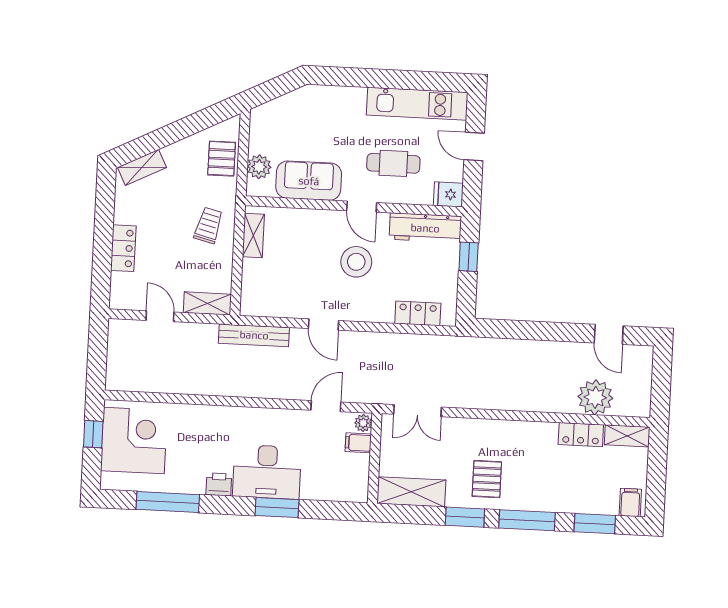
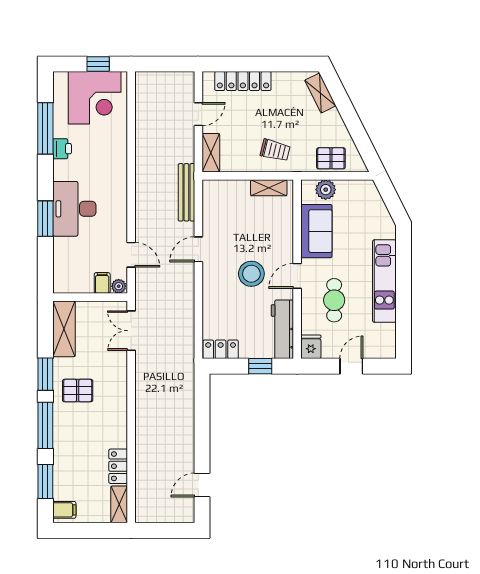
kitchen unit: (417, 104) -> (384, 281), moved
locker: (123, 248) -> (243, 81), width x1.53
locker: (418, 313) -> (221, 349), moved, turned -90
plant: (595, 397) -> (150, 477), removed
printer: (219, 484) -> (62, 149), moved

